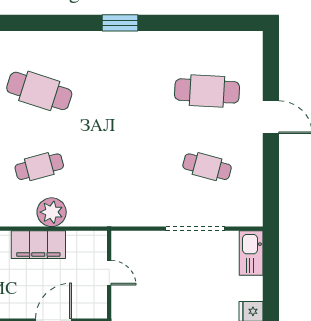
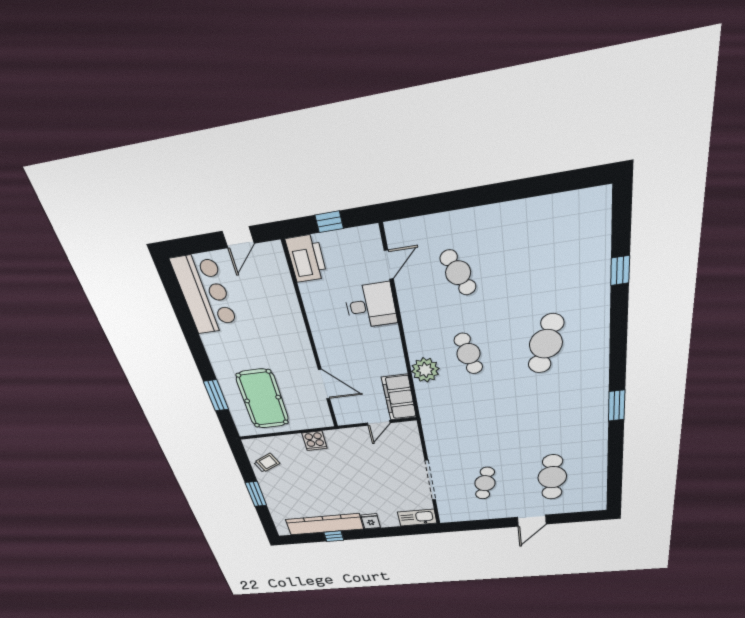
filing cabinet: (38, 245) -> (399, 397), moved

